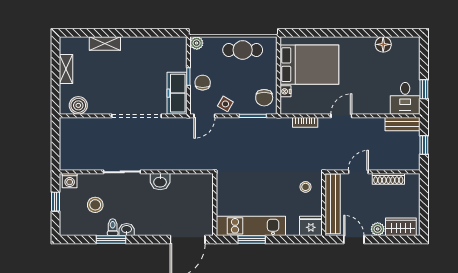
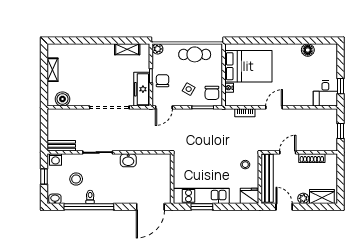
shelving: (105, 44) -> (127, 49), moved
side table: (225, 104) -> (189, 89), moved
bench: (403, 124) -> (61, 146), moved
washbasin: (127, 230) -> (55, 199), moved
window: (111, 239) -> (89, 207), width x2.11

